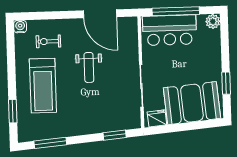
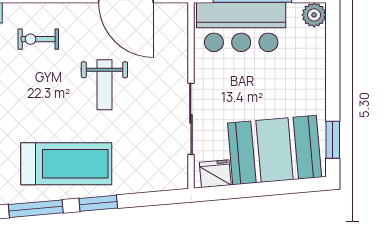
window: (226, 83) -> (333, 140), moved
treadmill: (43, 86) -> (66, 164), moved, turned -90
window: (115, 135) -> (98, 203), moved

